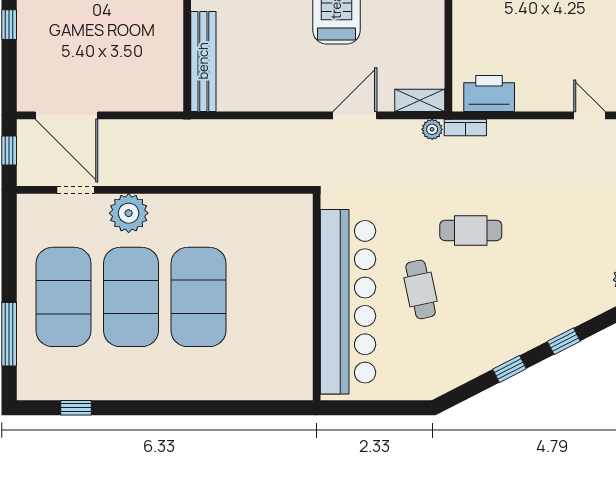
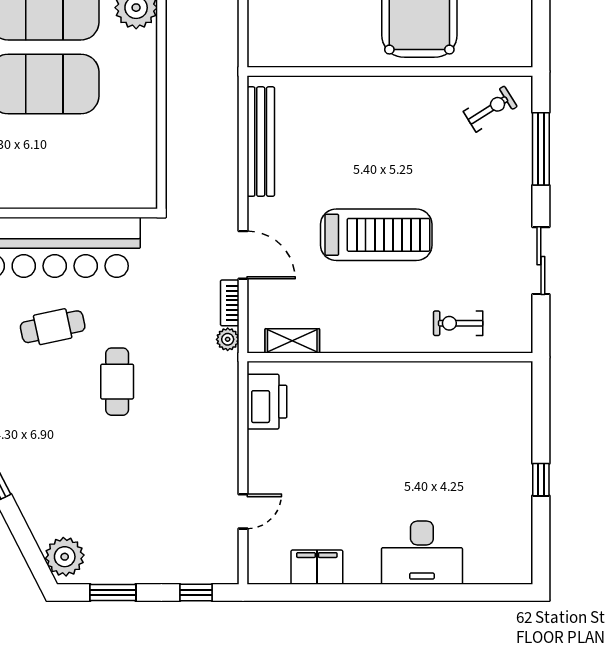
bench: (203, 61) -> (261, 142), moved, turned 90
shelving: (420, 100) -> (292, 341), moved, turned 90
bookcase: (465, 127) -> (230, 303), moved

